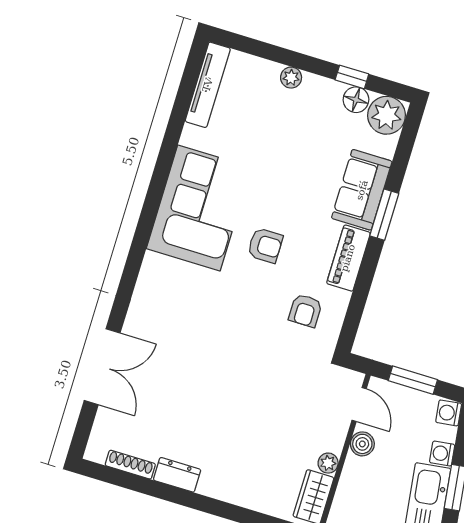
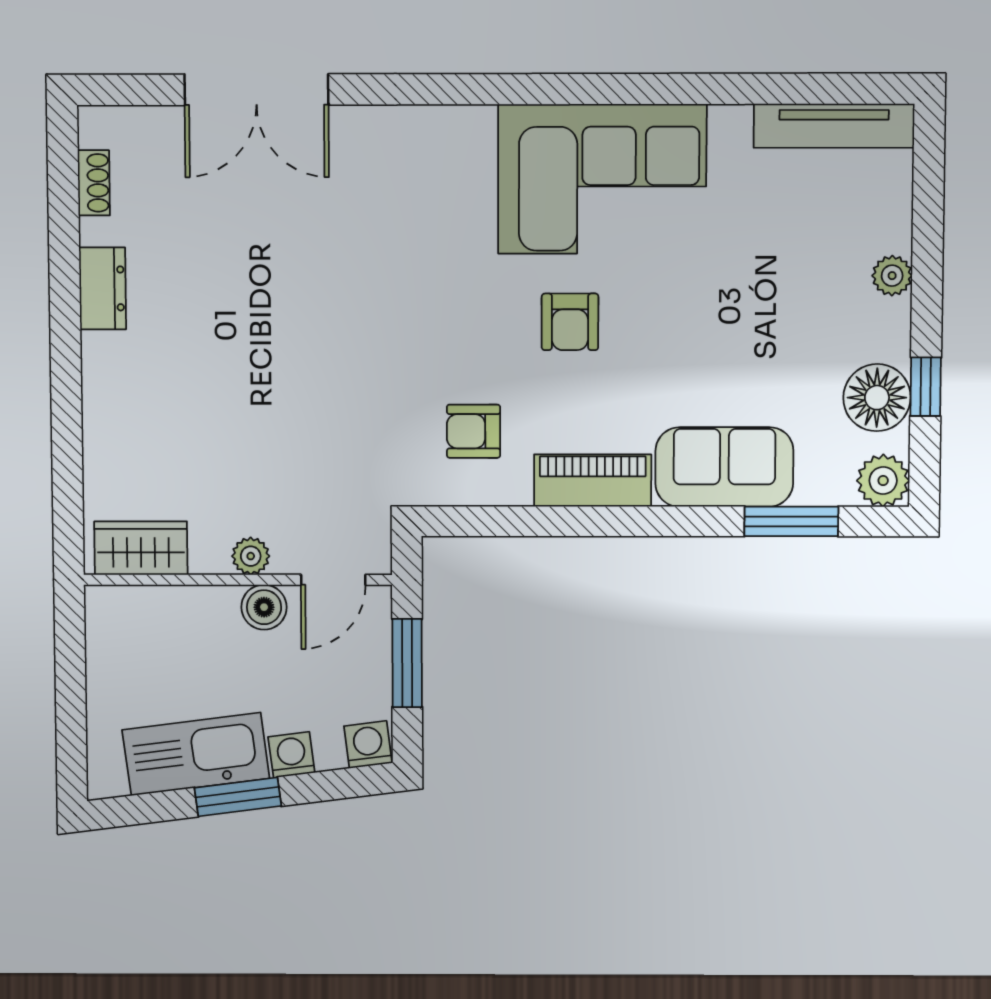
floor lamp: (356, 100) -> (877, 398), width x1.38, depth x1.38
plant: (387, 115) -> (883, 481), width x0.73, depth x0.73
window: (384, 215) -> (791, 521), moved
plant: (328, 463) -> (251, 556), moved
shoe rack: (130, 465) -> (94, 183), width x0.70

